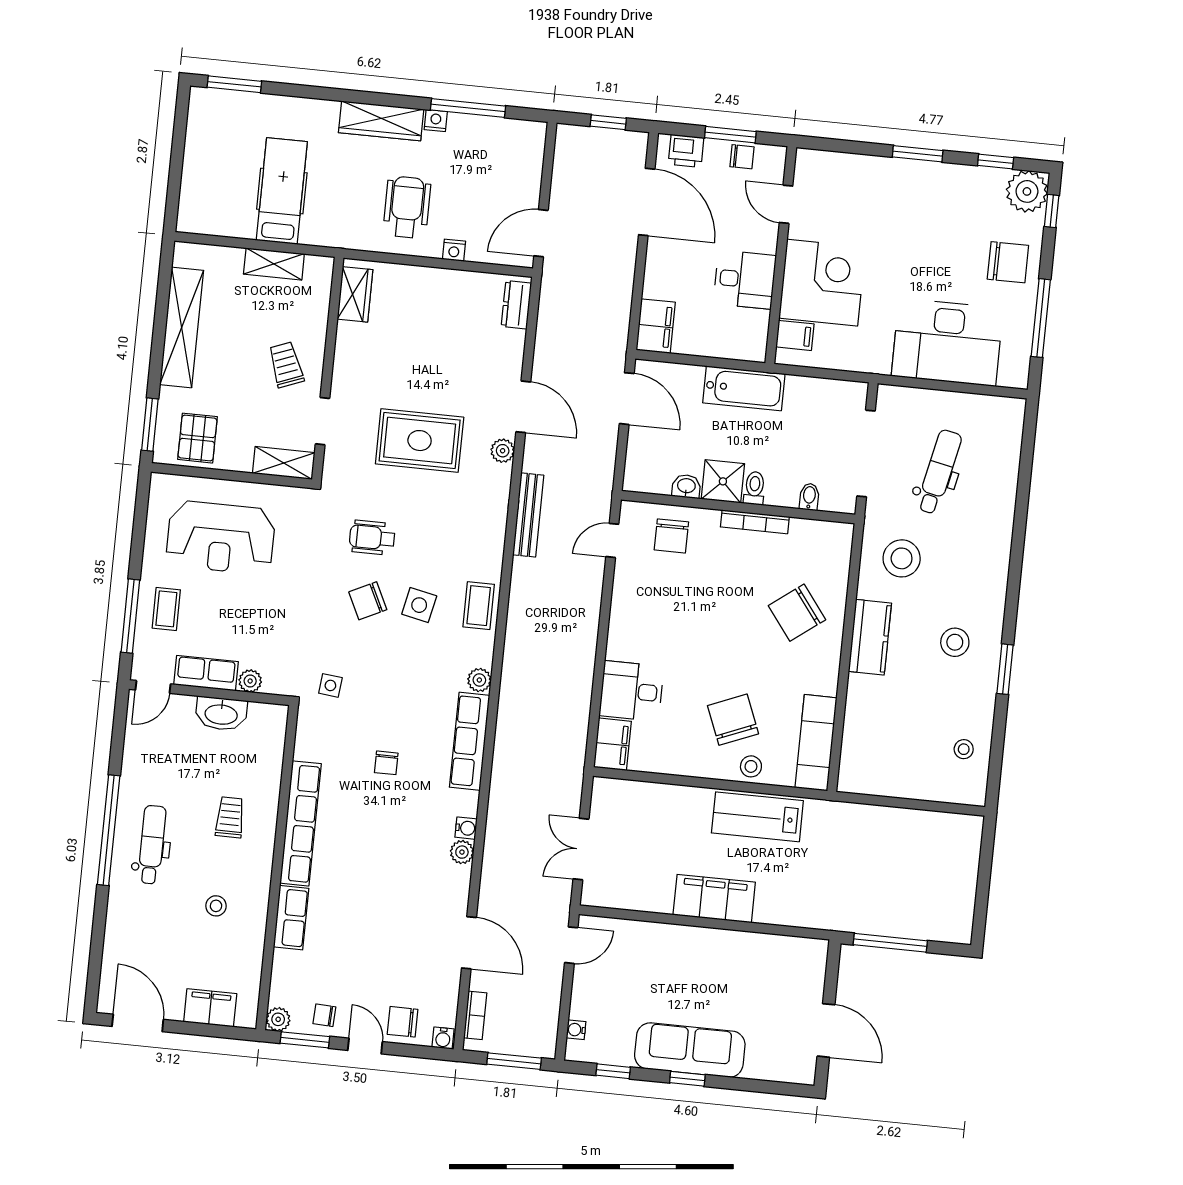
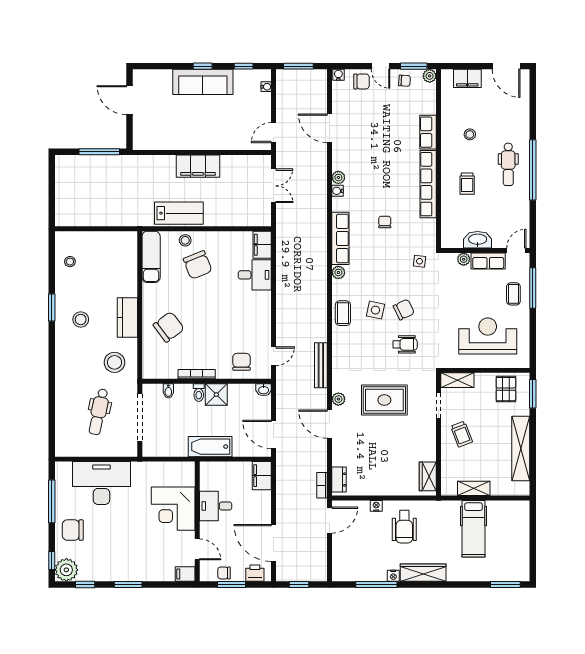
filing cabinet: (795, 335) -> (185, 574), moved
washbasin: (686, 486) -> (264, 390), moved
bookcase: (475, 1015) -> (322, 485), moved

